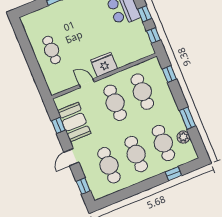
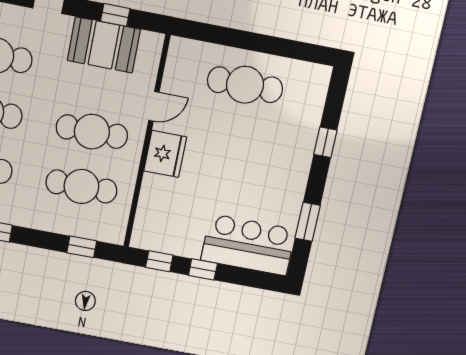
cafe table: (52, 50) -> (245, 85), width x1.37, depth x1.35

